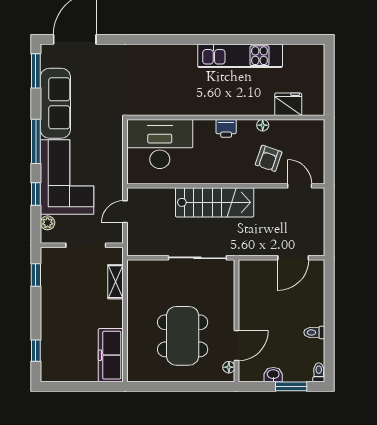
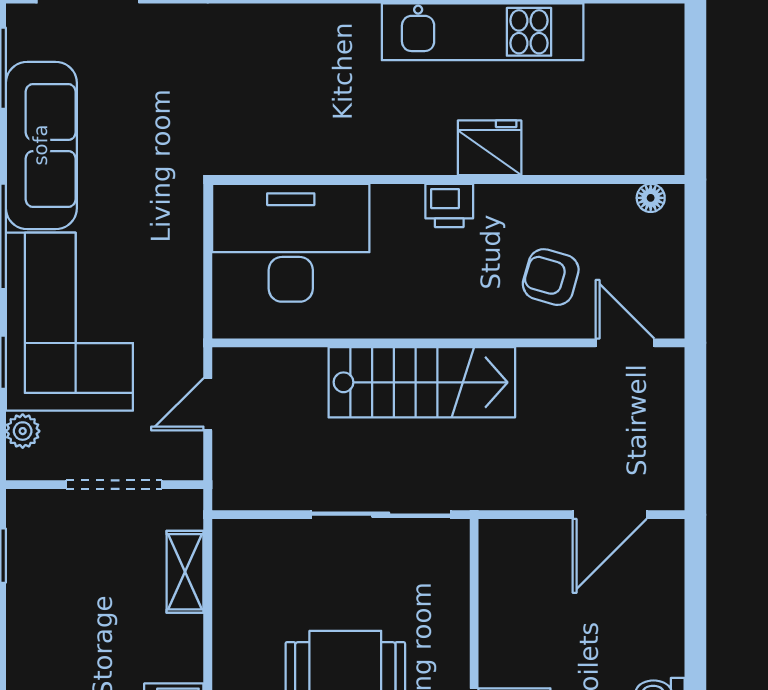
fridge: (288, 104) -> (490, 148), moved
floor lamp: (263, 125) -> (651, 198), moved
armchair: (269, 158) -> (551, 277), turned 87

